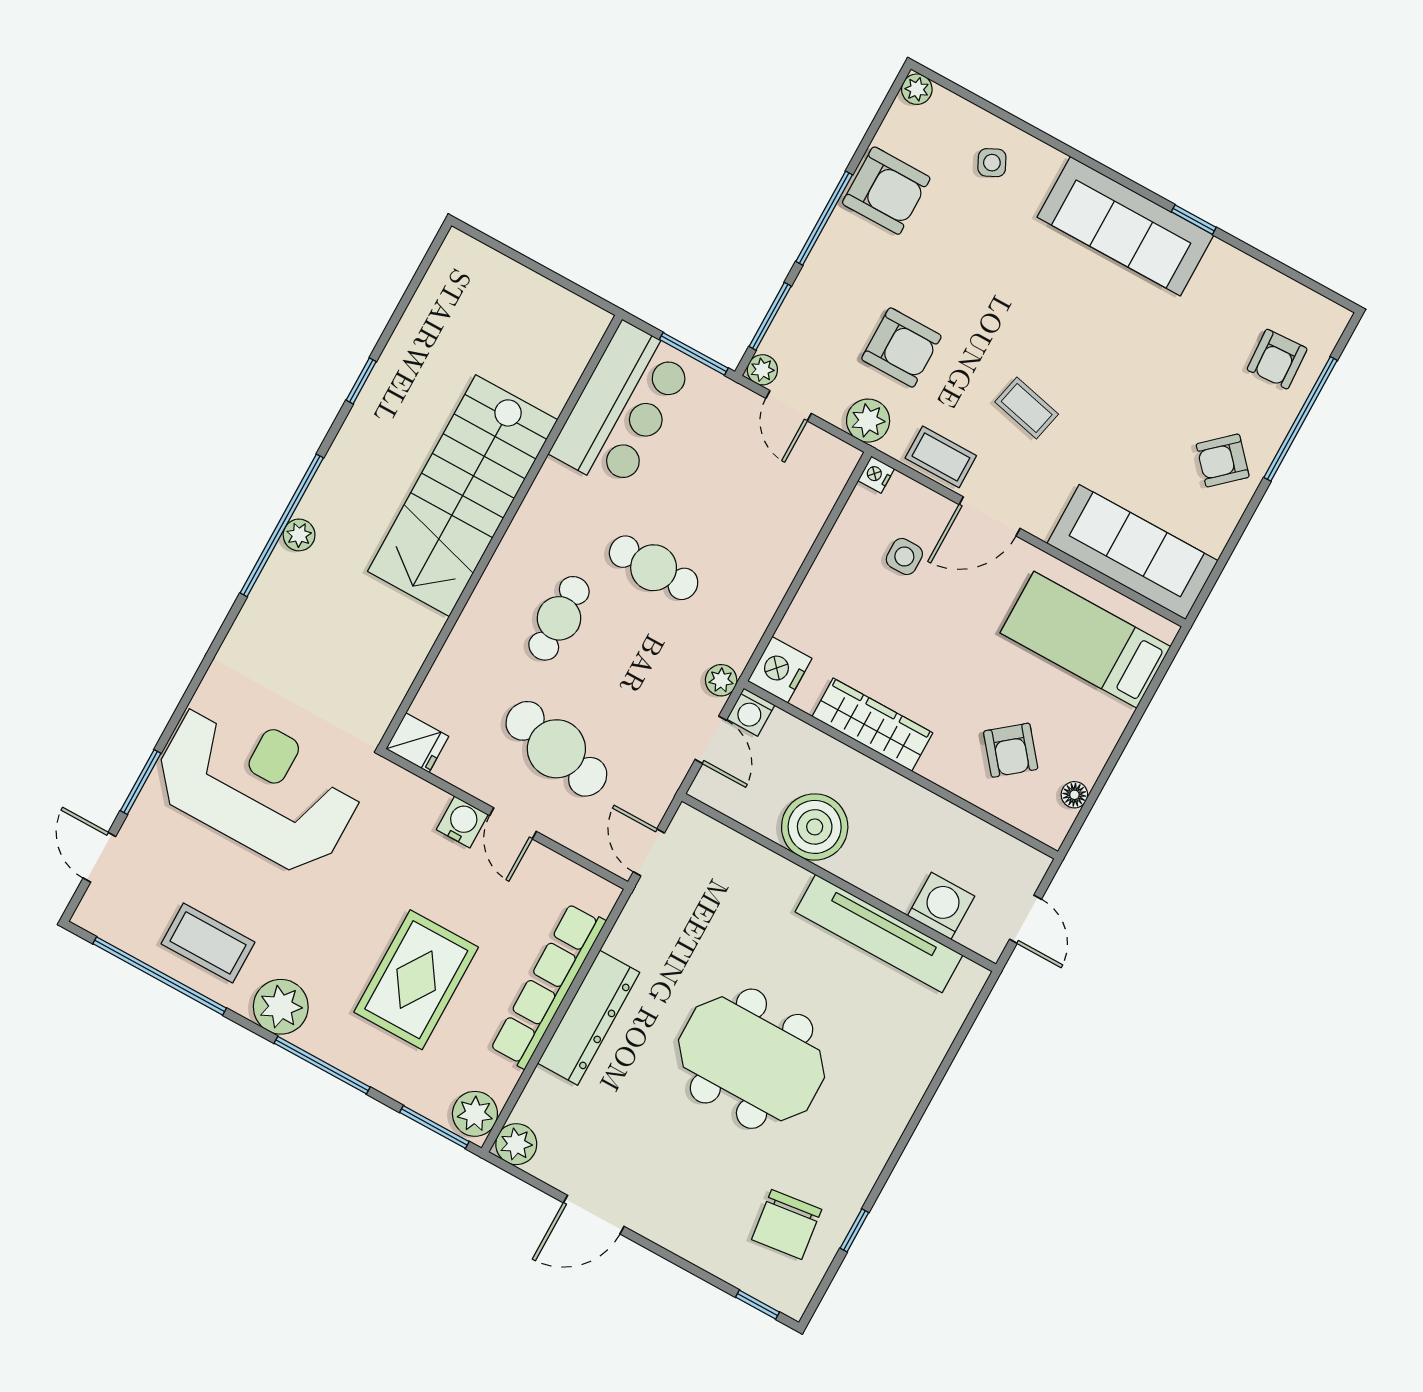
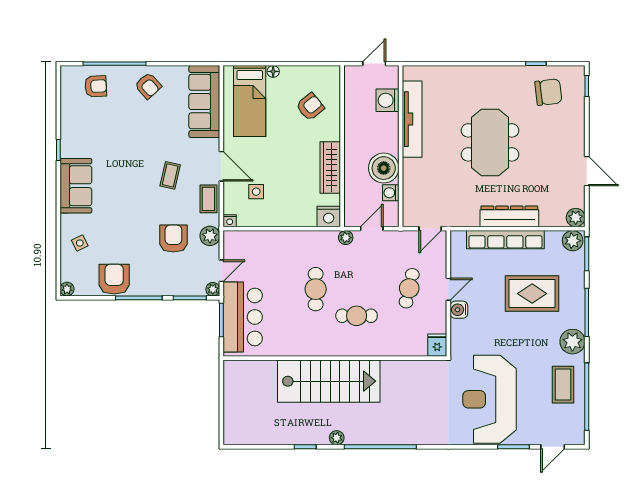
sofa: (1125, 226) -> (76, 186), width x0.73
bar counter: (622, 407) -> (243, 317), moved, turned 90
plant: (299, 535) -> (337, 438), moved
washing machine: (751, 712) -> (391, 193), moved, turned 180
cafe table: (556, 749) -> (409, 288), width x0.73, depth x0.74
floor lamp: (1074, 795) -> (273, 71), moved

